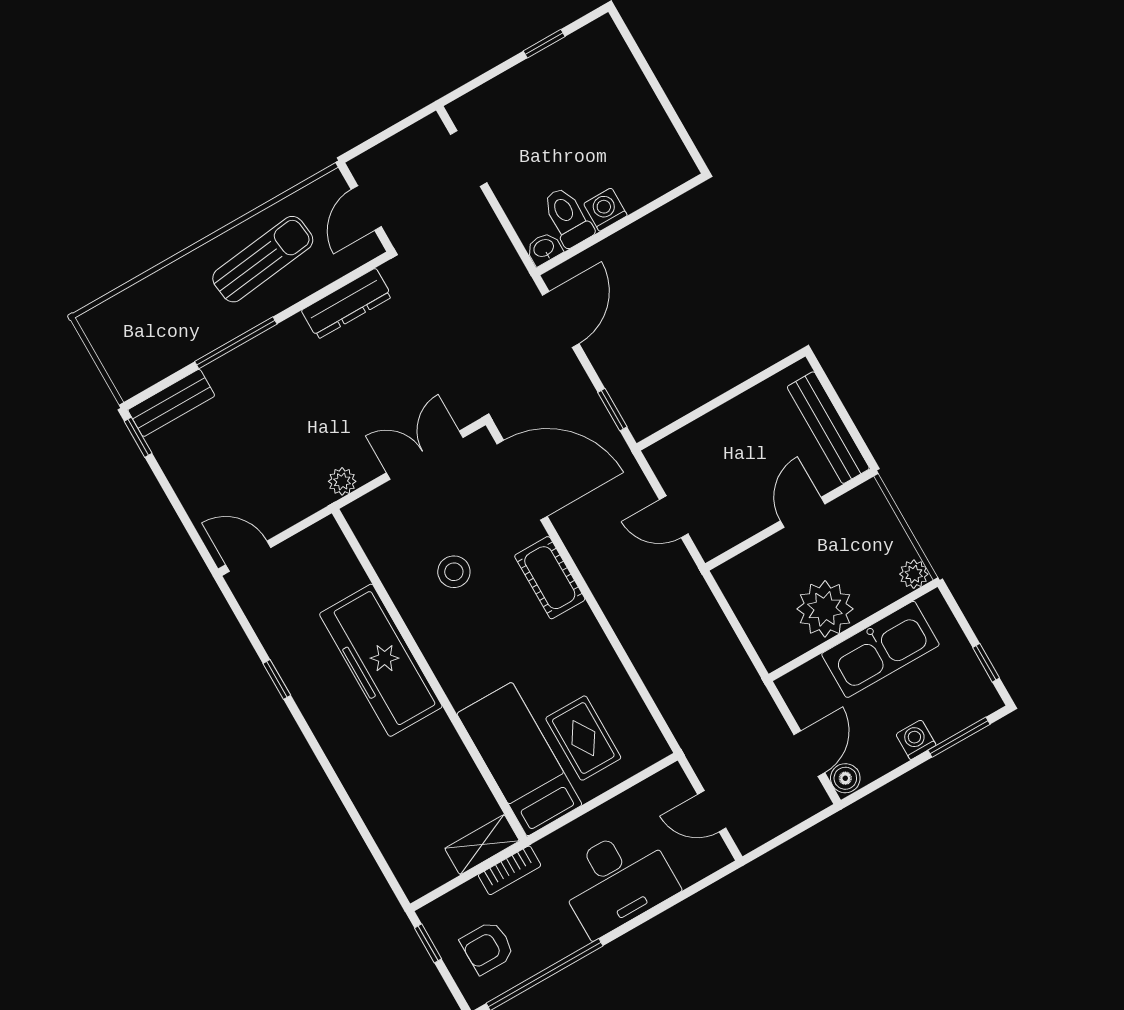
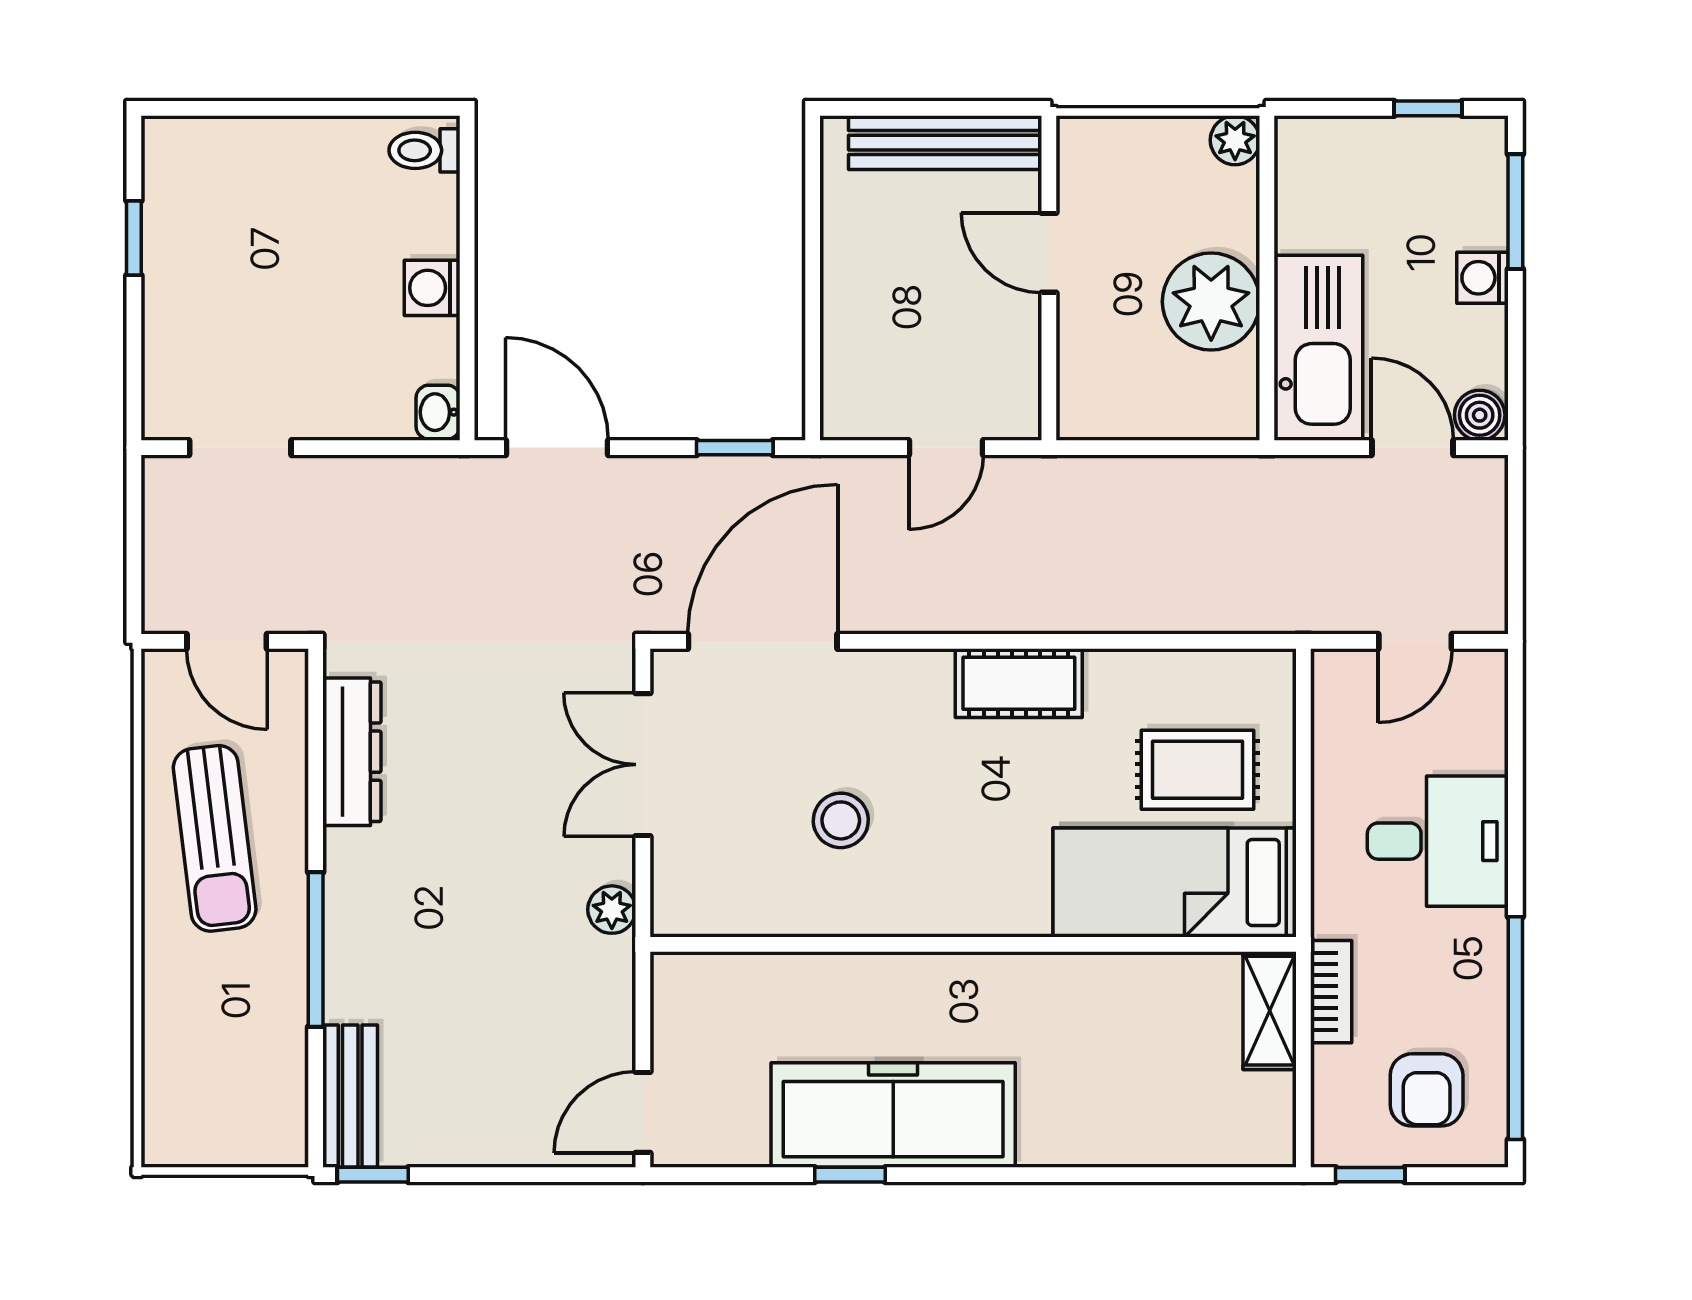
toilet: (568, 217) -> (425, 150), moved, width x0.73, depth x0.72
sun lounger: (263, 259) -> (215, 838), turned 180
cot: (550, 578) -> (1019, 683), moved
kitchen sink: (880, 649) -> (1318, 347), moved
freezer: (381, 660) -> (893, 1115), moved, turned 180
desk: (617, 881) -> (1438, 841), width x0.73

